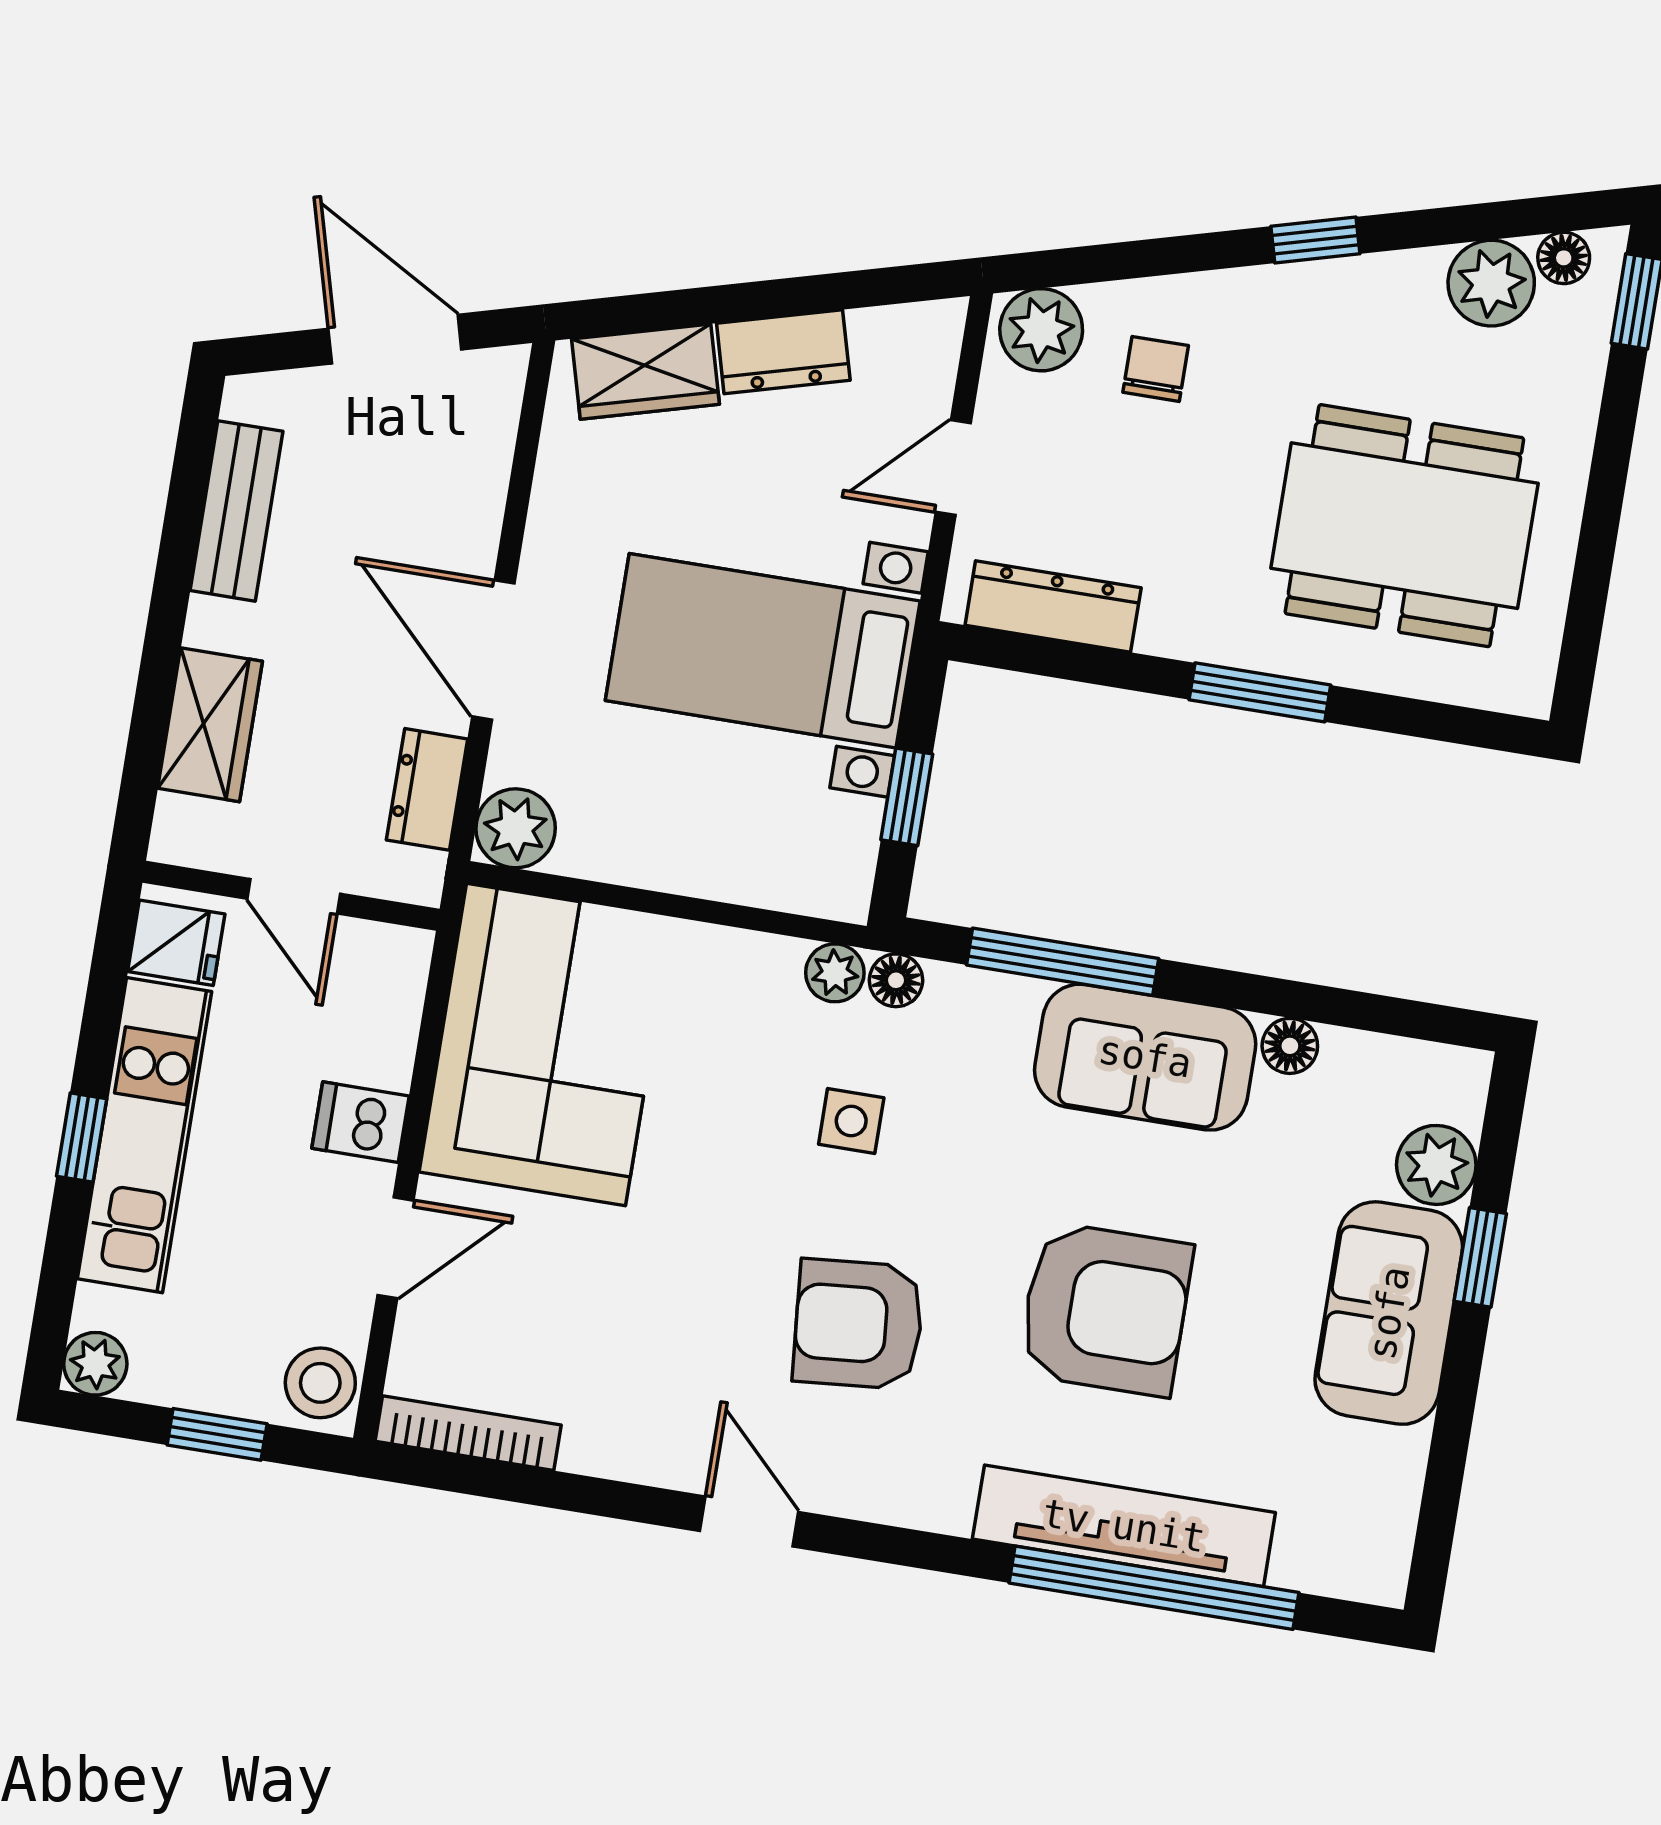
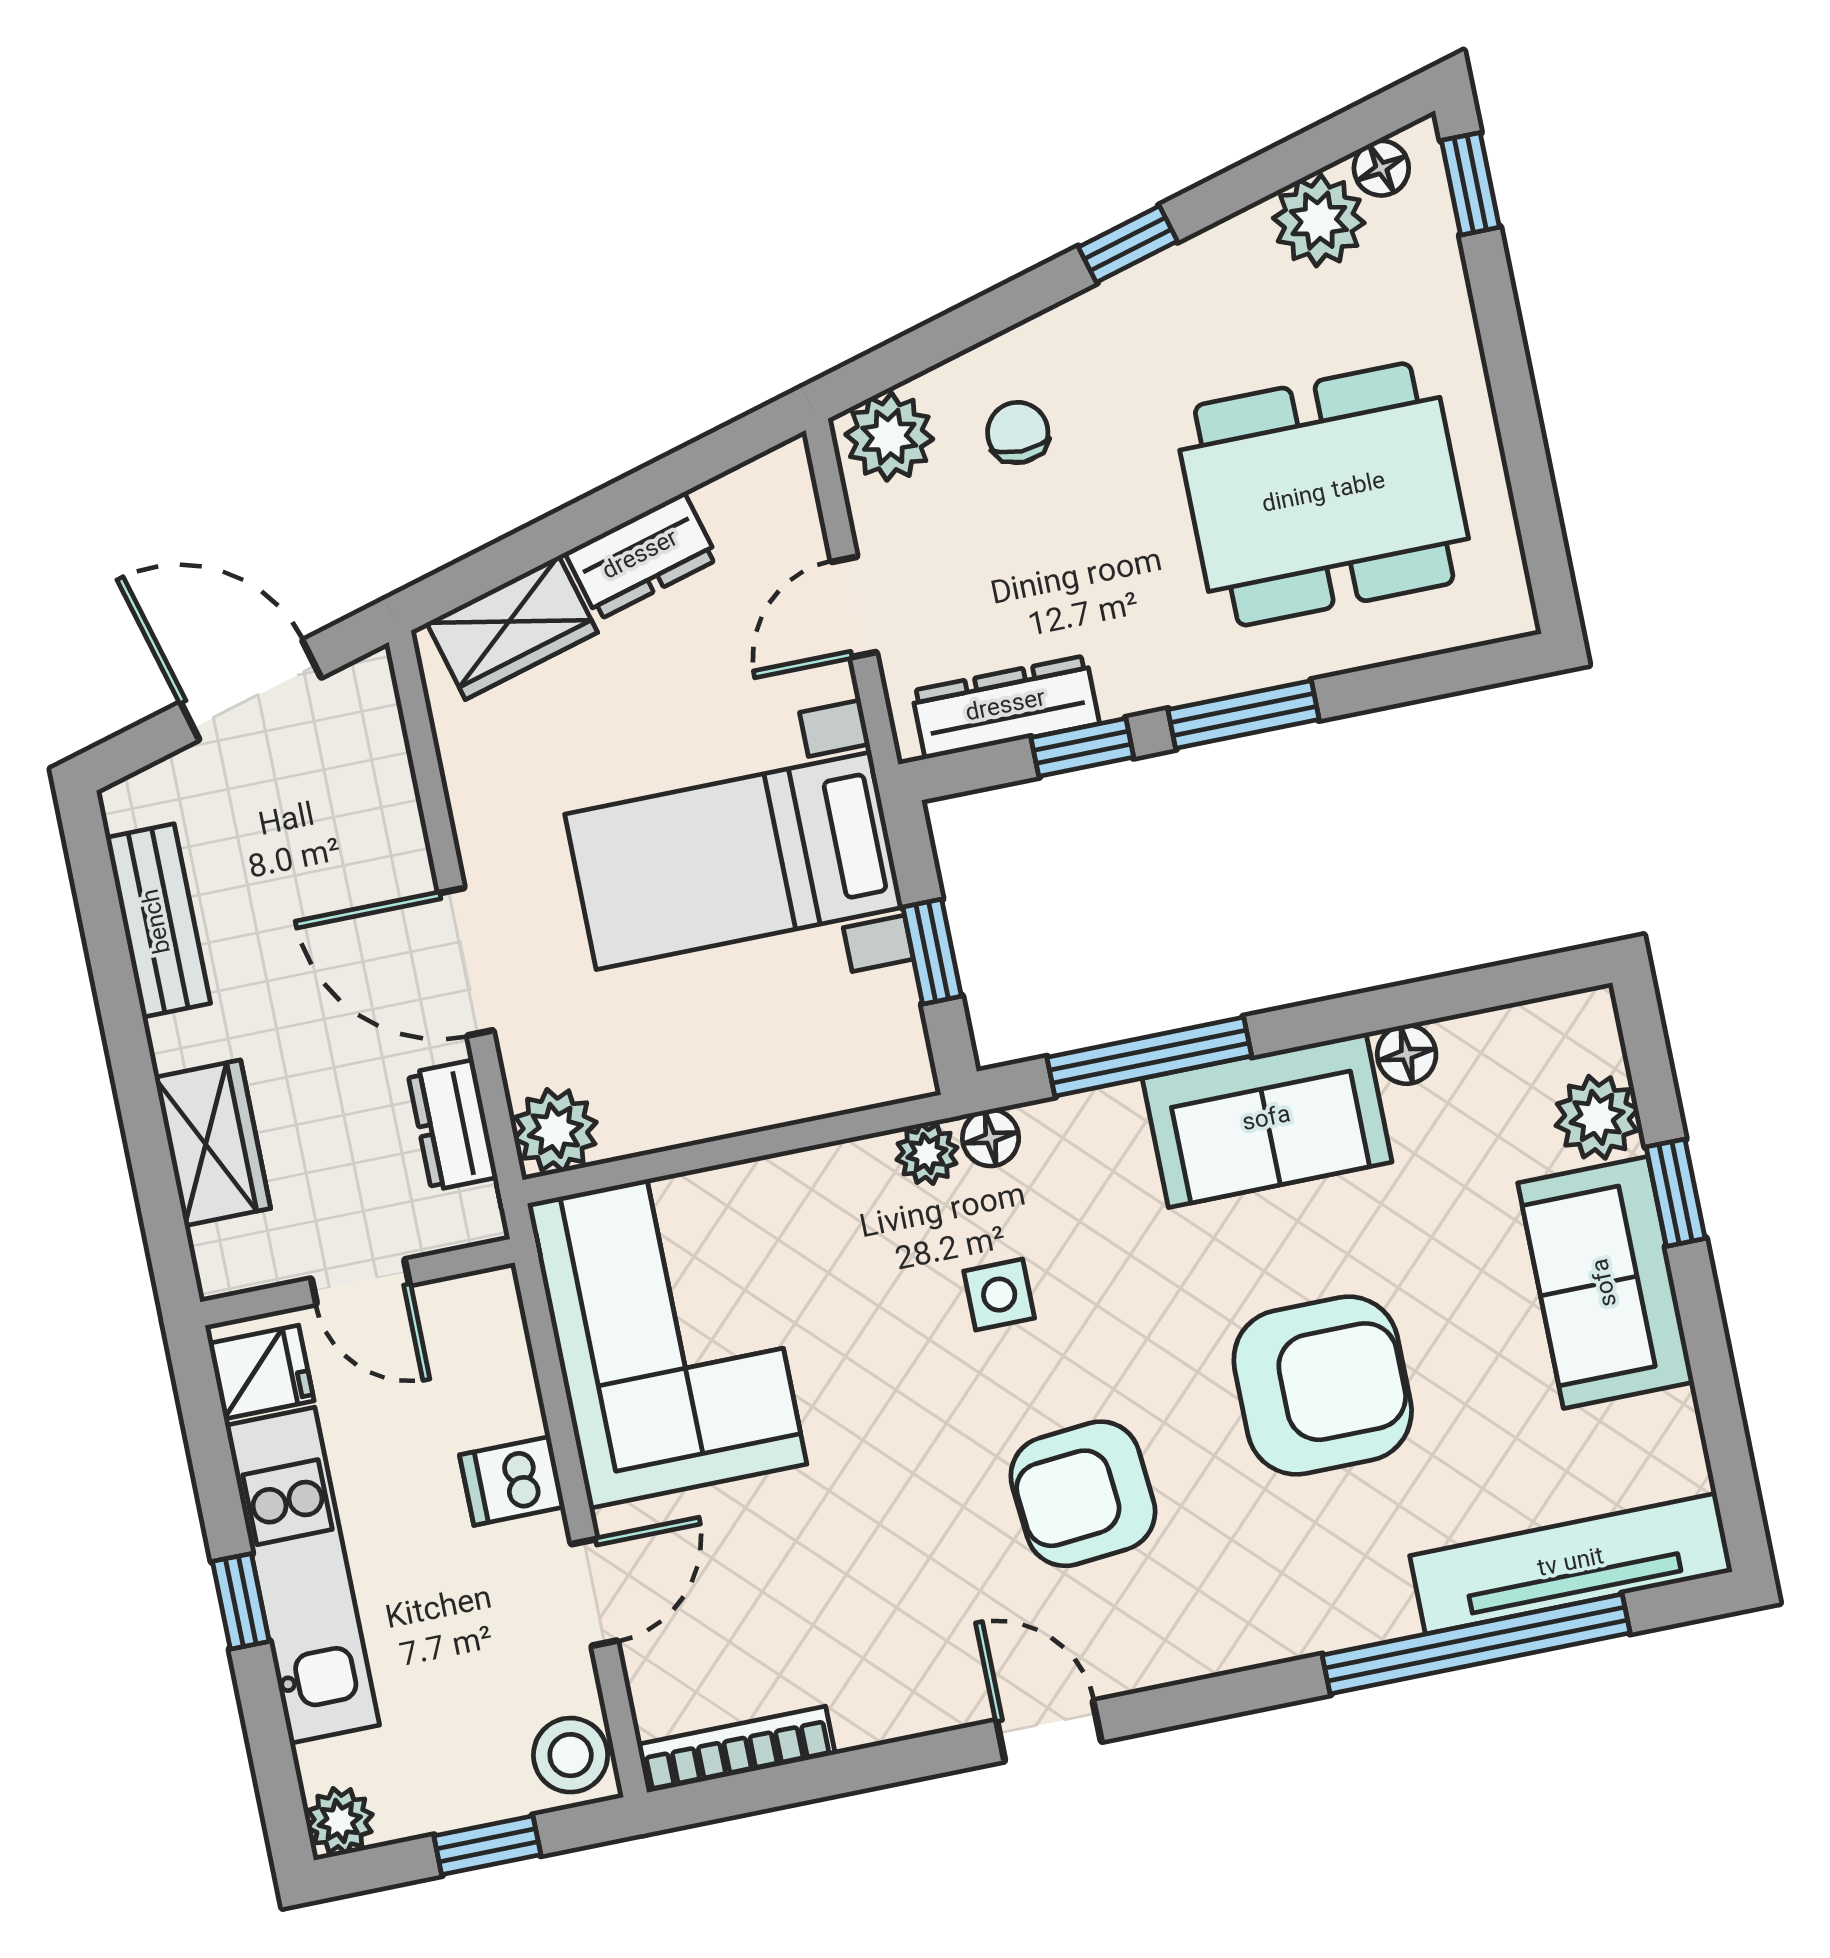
window: (1107, 667) -> (1082, 747), added
tv unit: (1124, 1526) -> (1571, 1564), moved

